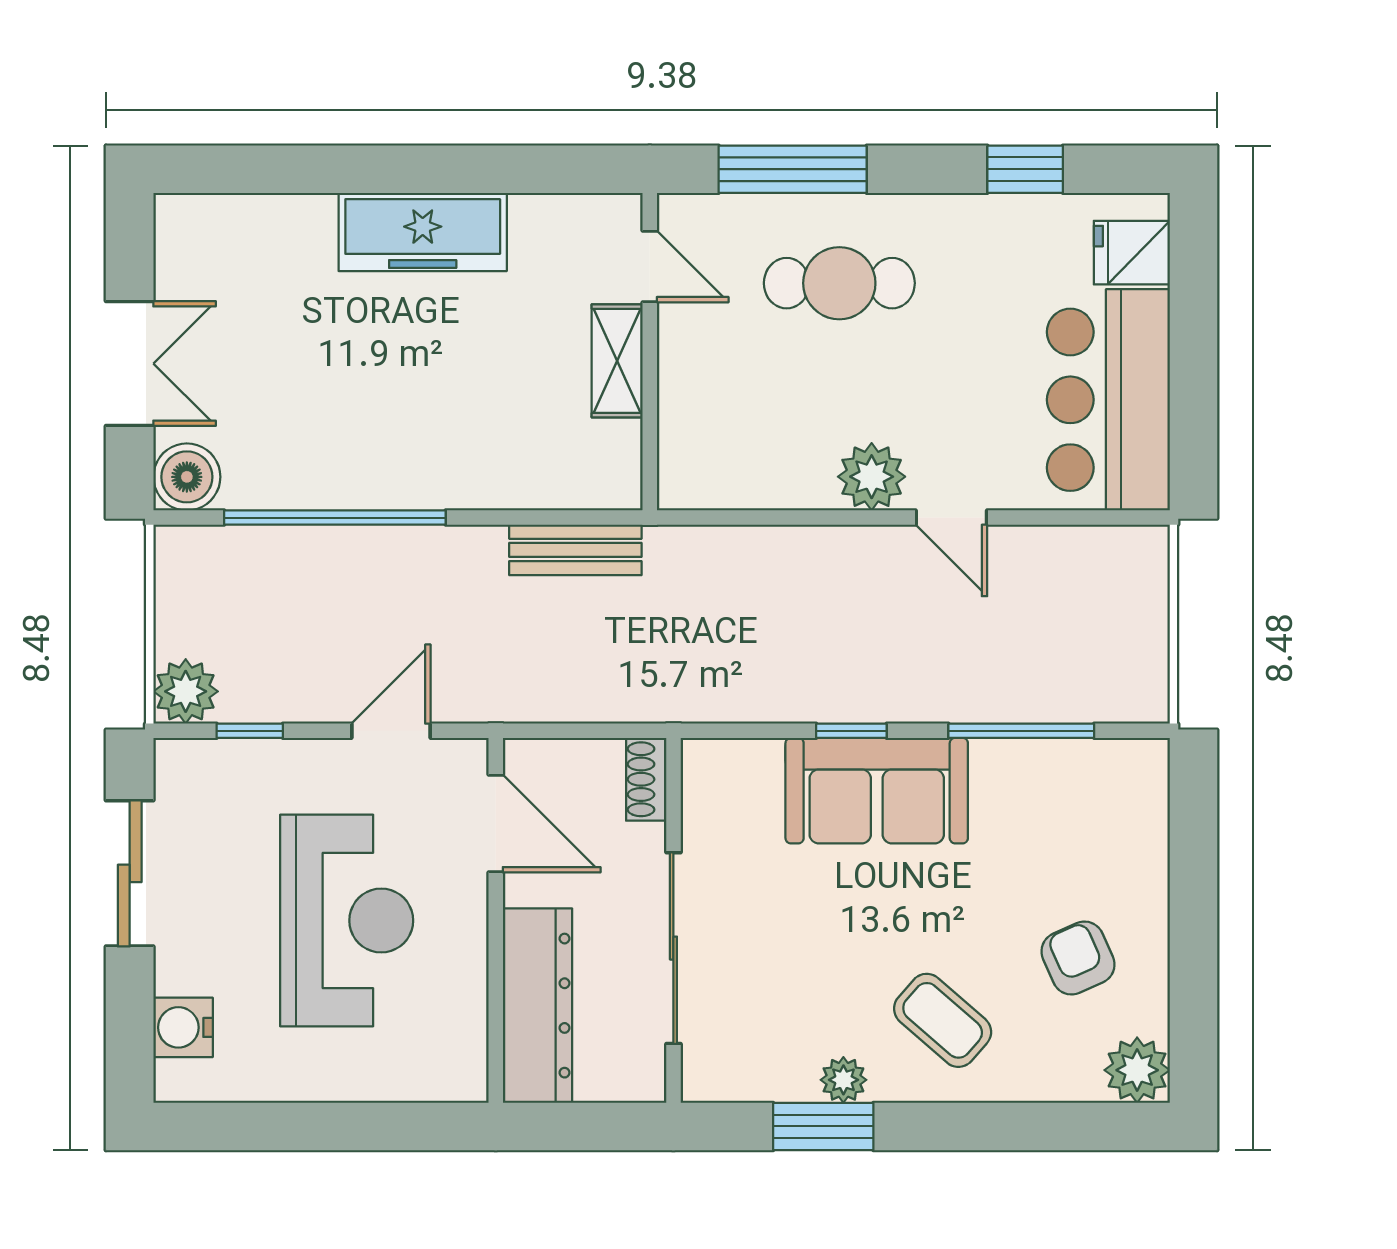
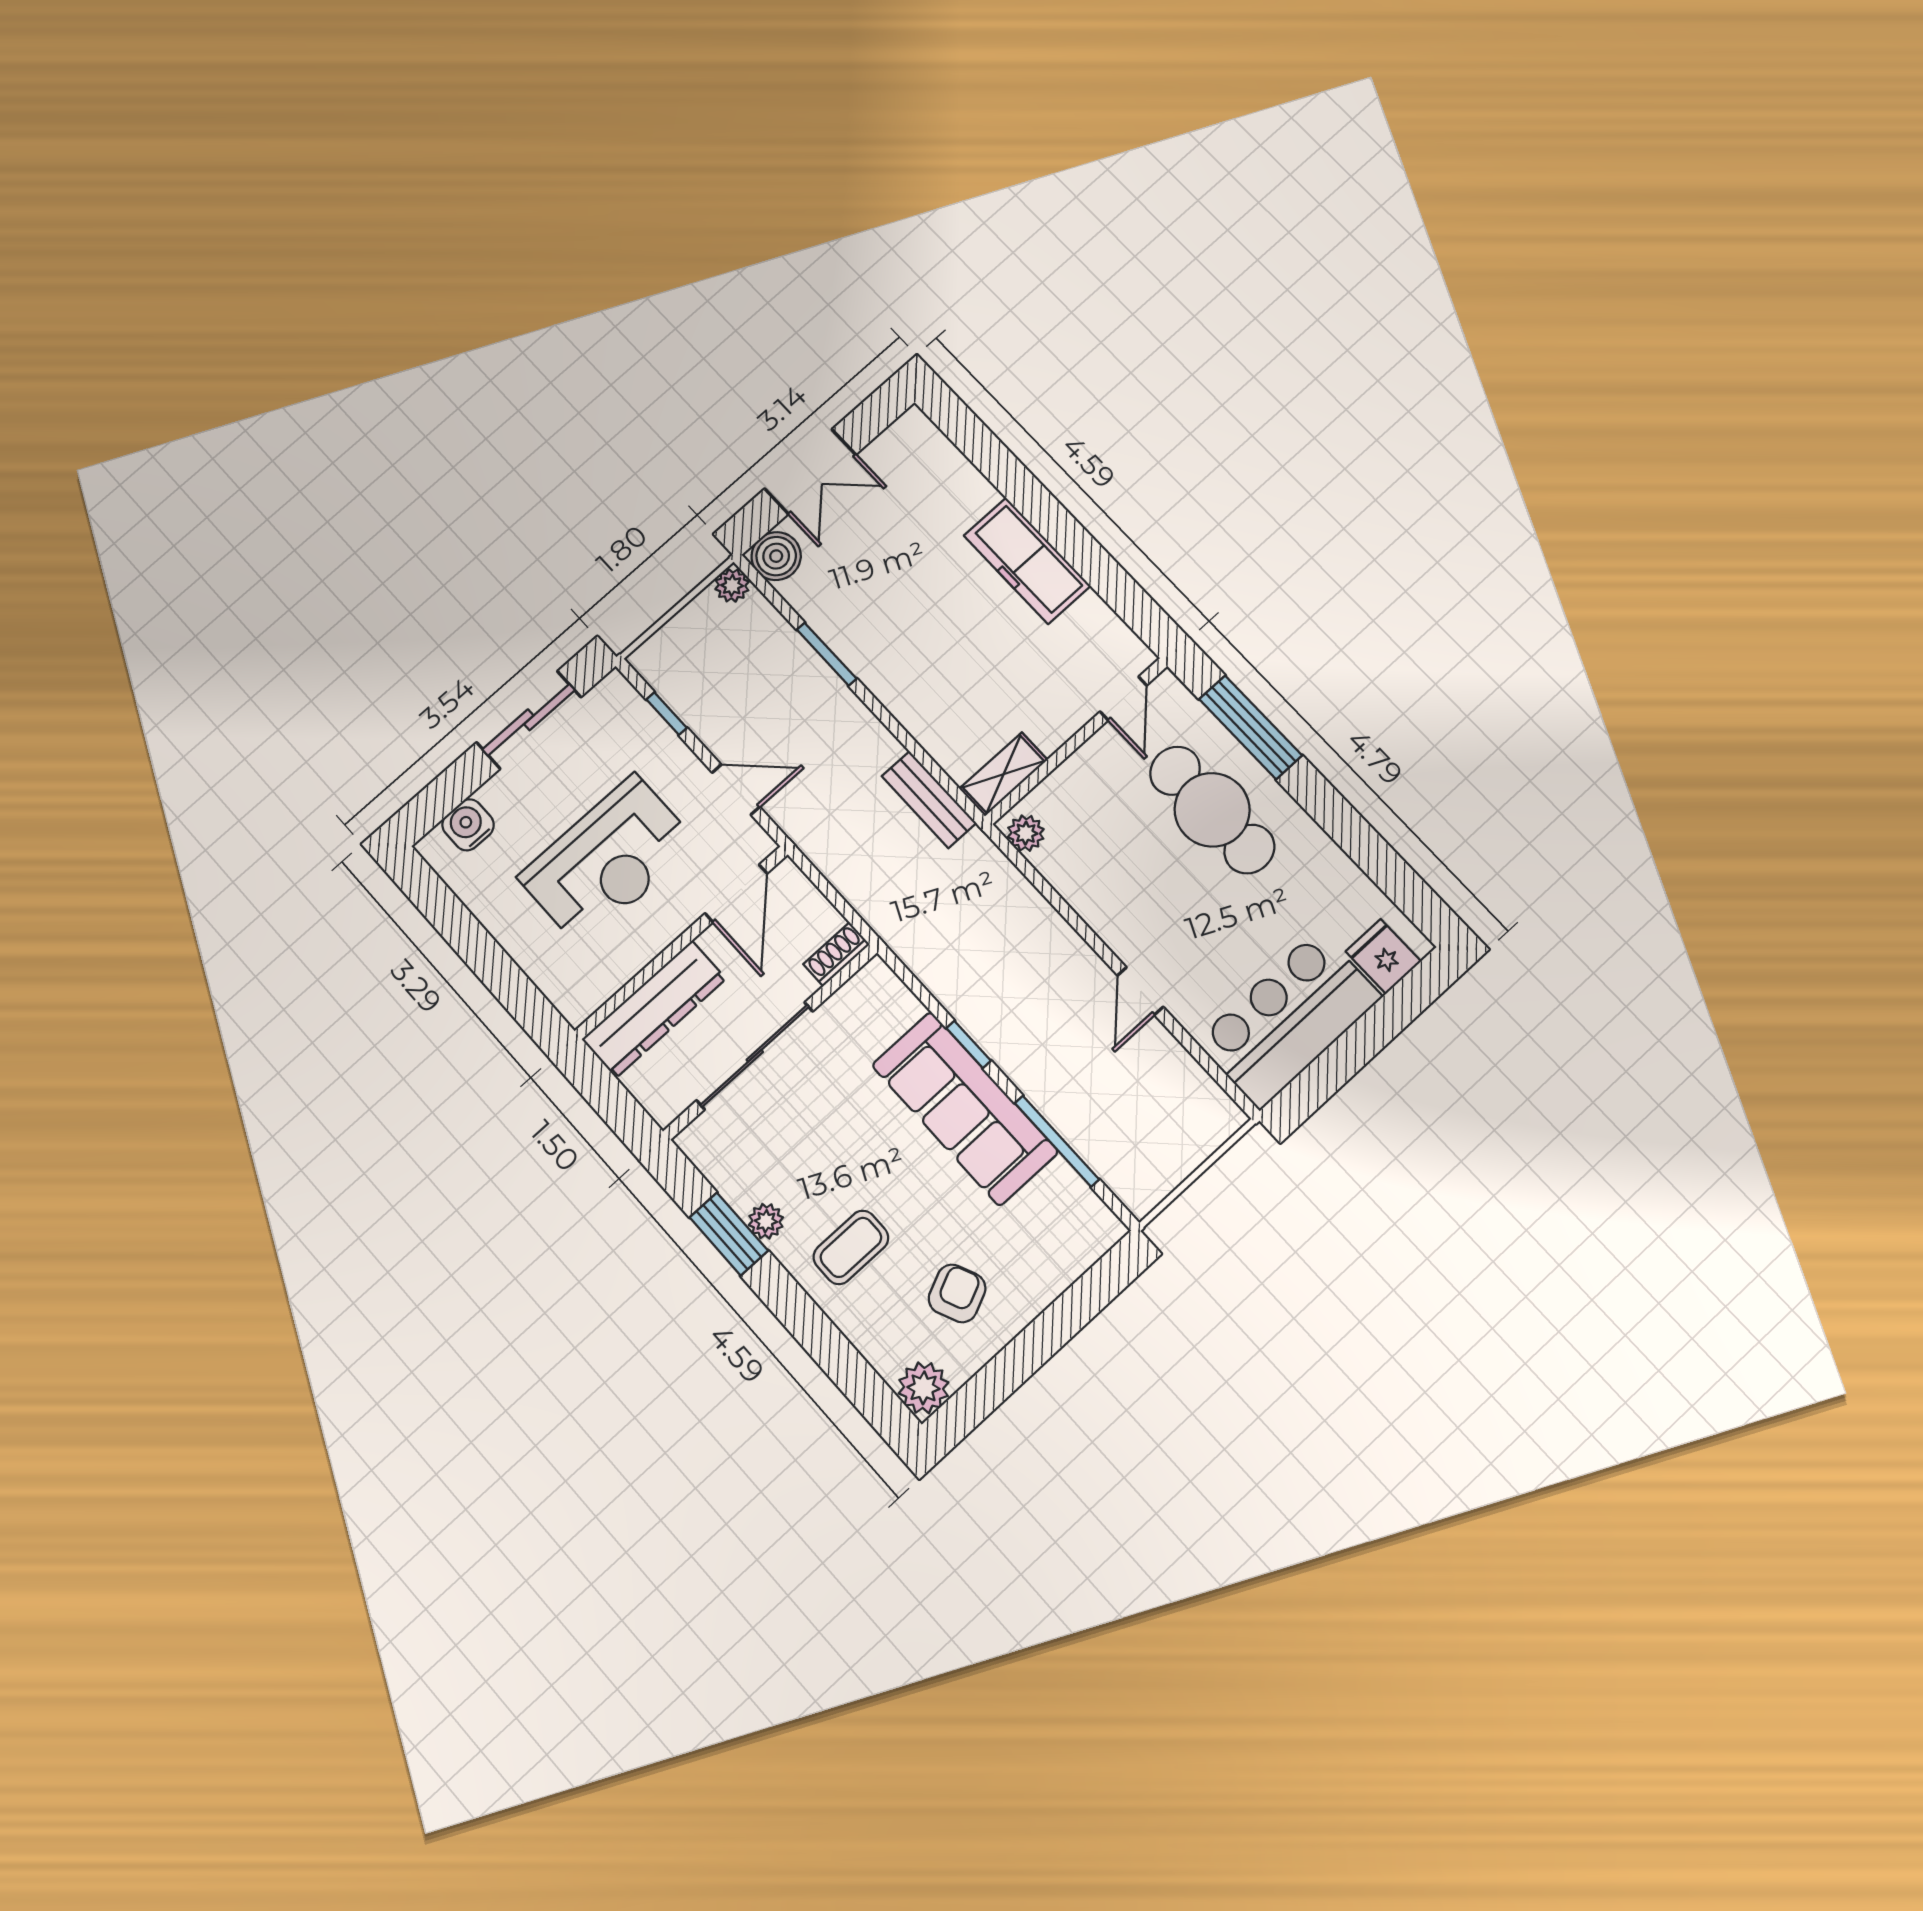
window: (1025, 169) -> (1373, 854), removed
cafe table: (839, 283) -> (1212, 810), width x1.37, depth x1.35
shelving: (617, 361) -> (1003, 774), moved
plant: (872, 477) -> (1026, 833), moved, width x0.73, depth x0.73
window: (335, 518) -> (827, 654), width x0.47
plant: (186, 691) -> (732, 585), moved, width x0.73, depth x0.73
sofa: (877, 791) -> (965, 1108), width x1.36
coffee table: (943, 1020) -> (851, 1247), turned 49

